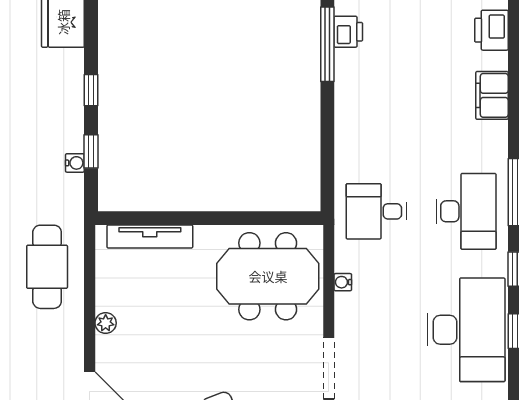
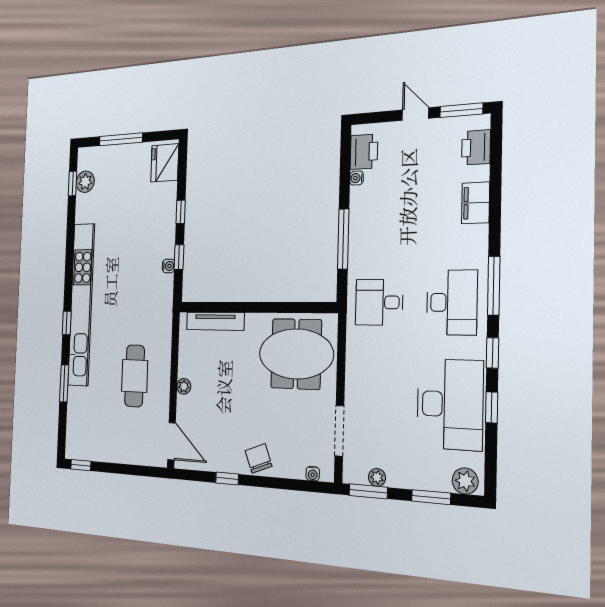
printer: (348, 32) -> (364, 152), width x1.36, depth x1.24
window: (327, 44) -> (343, 239), moved
cafe table: (47, 267) -> (135, 376), moved
water cooler: (343, 282) -> (356, 178), moved

